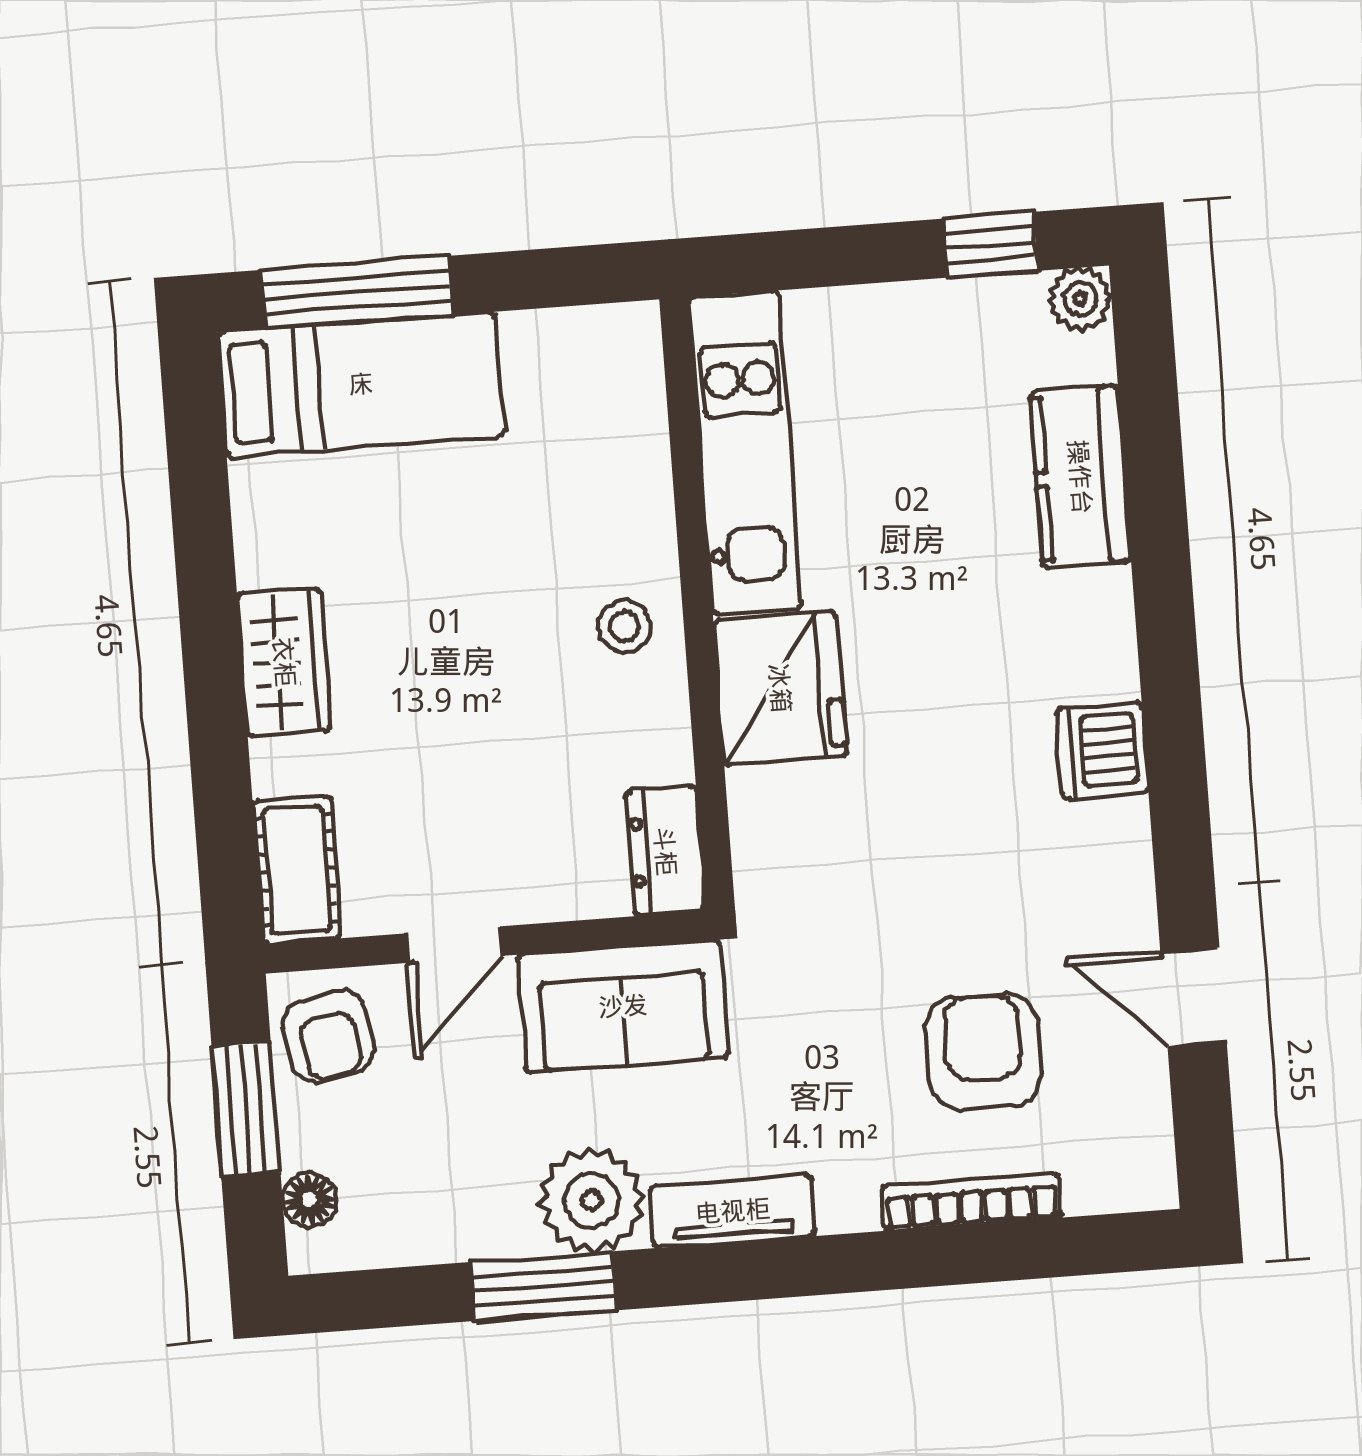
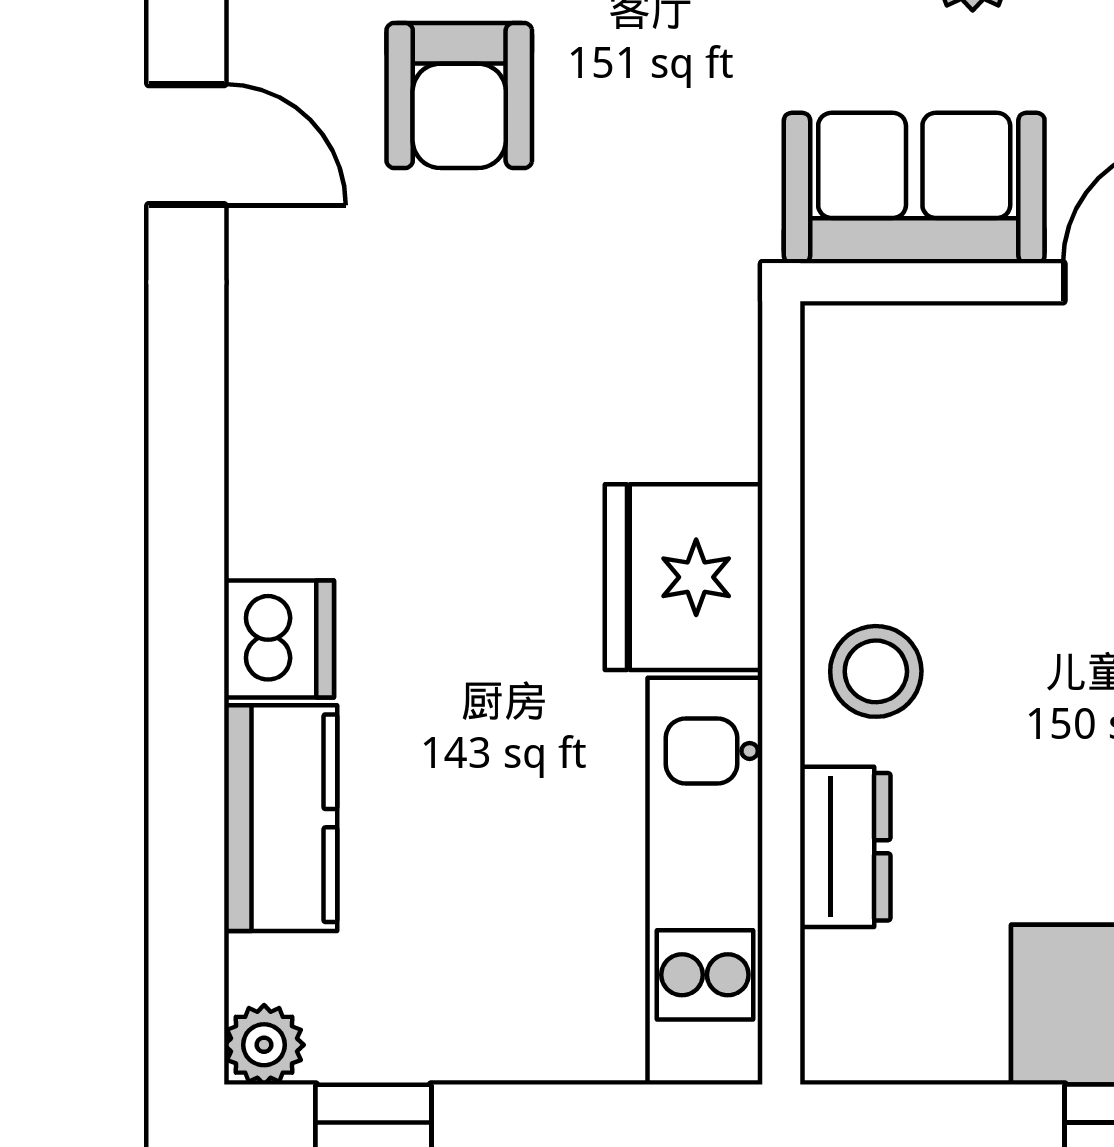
stool: (624, 626) -> (876, 671), width x1.37, depth x1.37
dishwasher: (1102, 750) -> (279, 639), moved
dresser: (665, 851) -> (845, 847), moved

